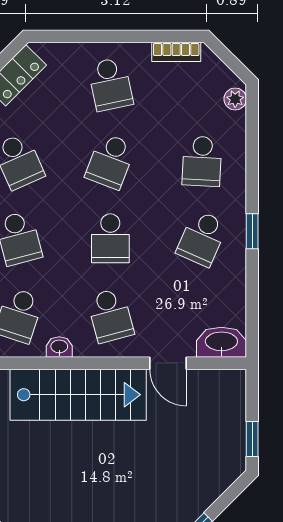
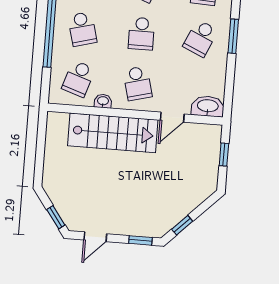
window: (252, 231) -> (233, 36), width x1.50
door: (168, 363) -> (172, 117), hinge flipped
window: (252, 439) -> (224, 155), moved

